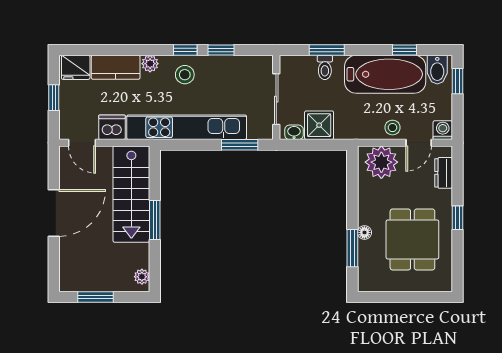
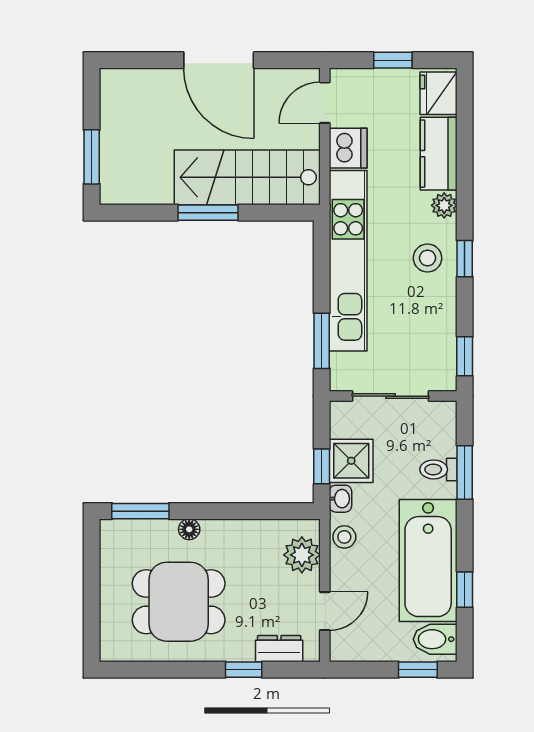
window: (221, 50) -> (465, 356), moved
stool: (392, 128) -> (344, 537), moved
washing machine: (443, 130) -> (344, 647), removed
washbasin: (294, 132) -> (340, 499), moved
door: (419, 143) -> (325, 611), swing flipped
window: (323, 145) -> (322, 466), added
plant: (381, 162) -> (302, 555), width x0.73, depth x0.73
window: (457, 218) -> (244, 670), moved
window: (352, 248) -> (140, 511), moved
plant: (142, 277) -> (122, 193), removed
window: (96, 297) -> (92, 157), moved

